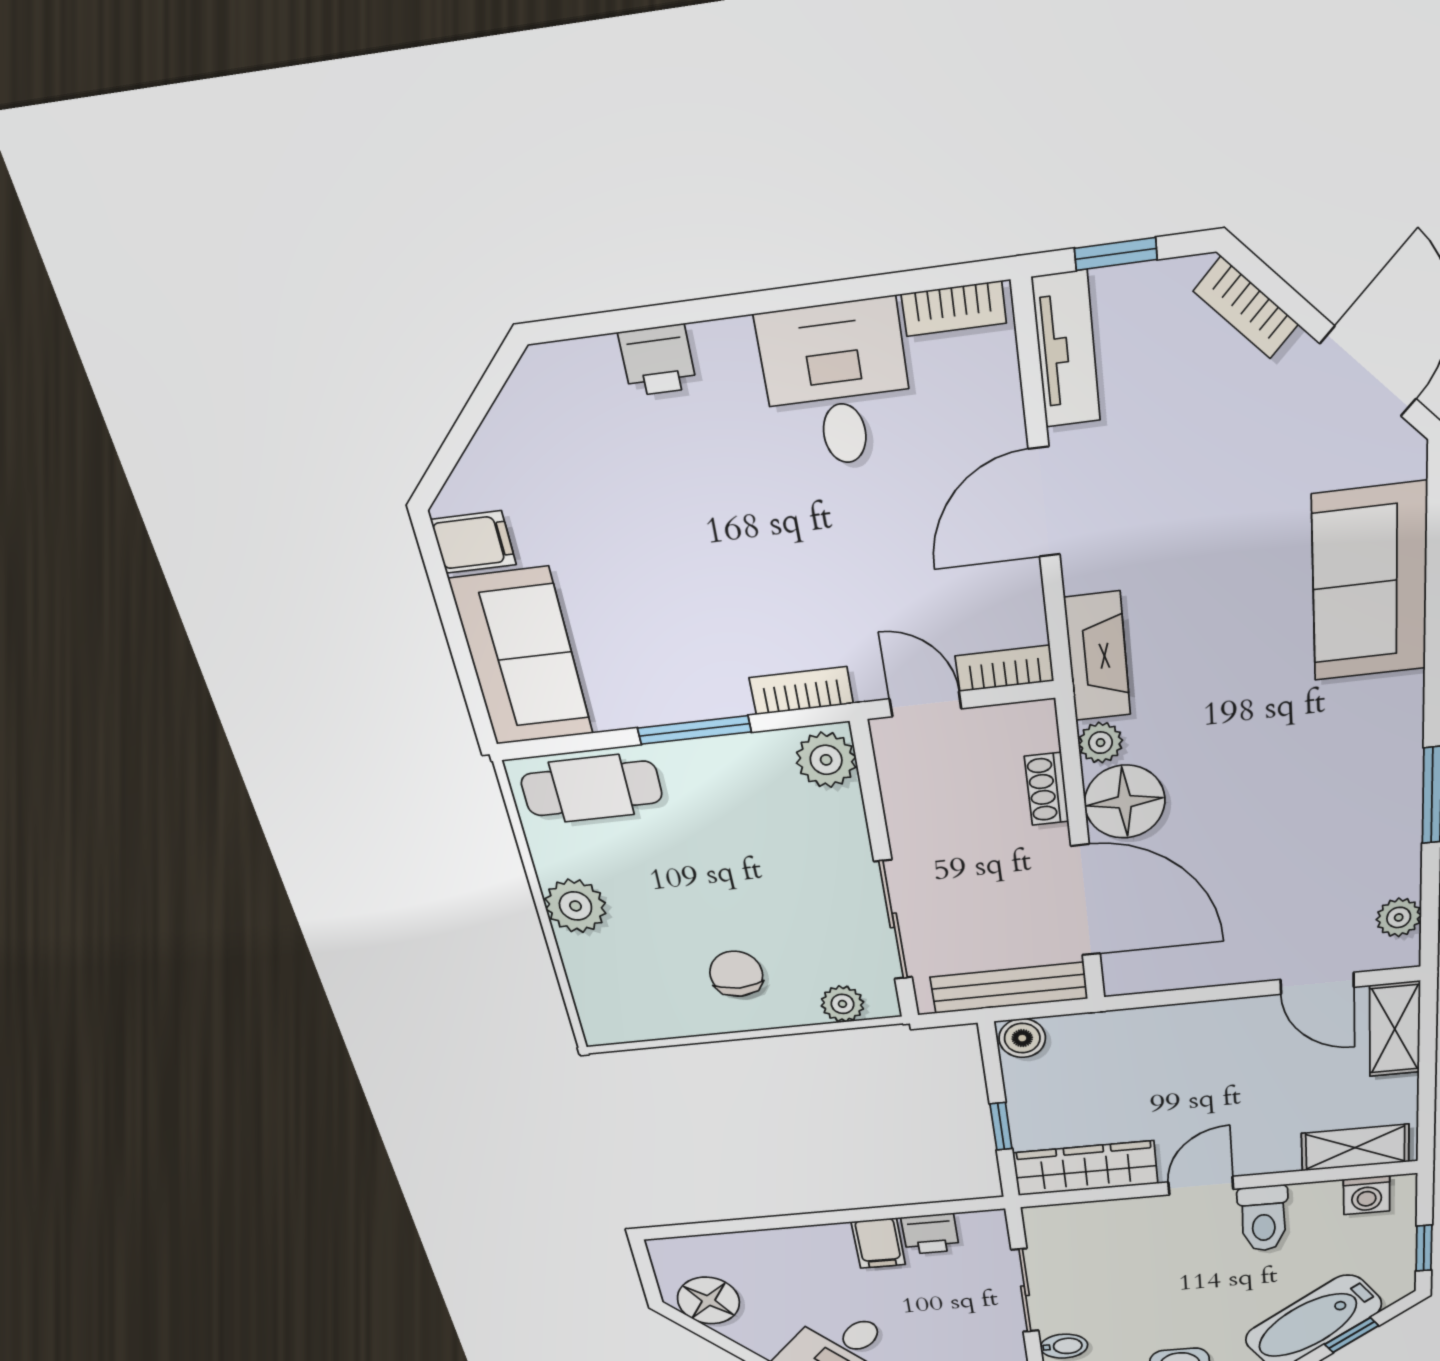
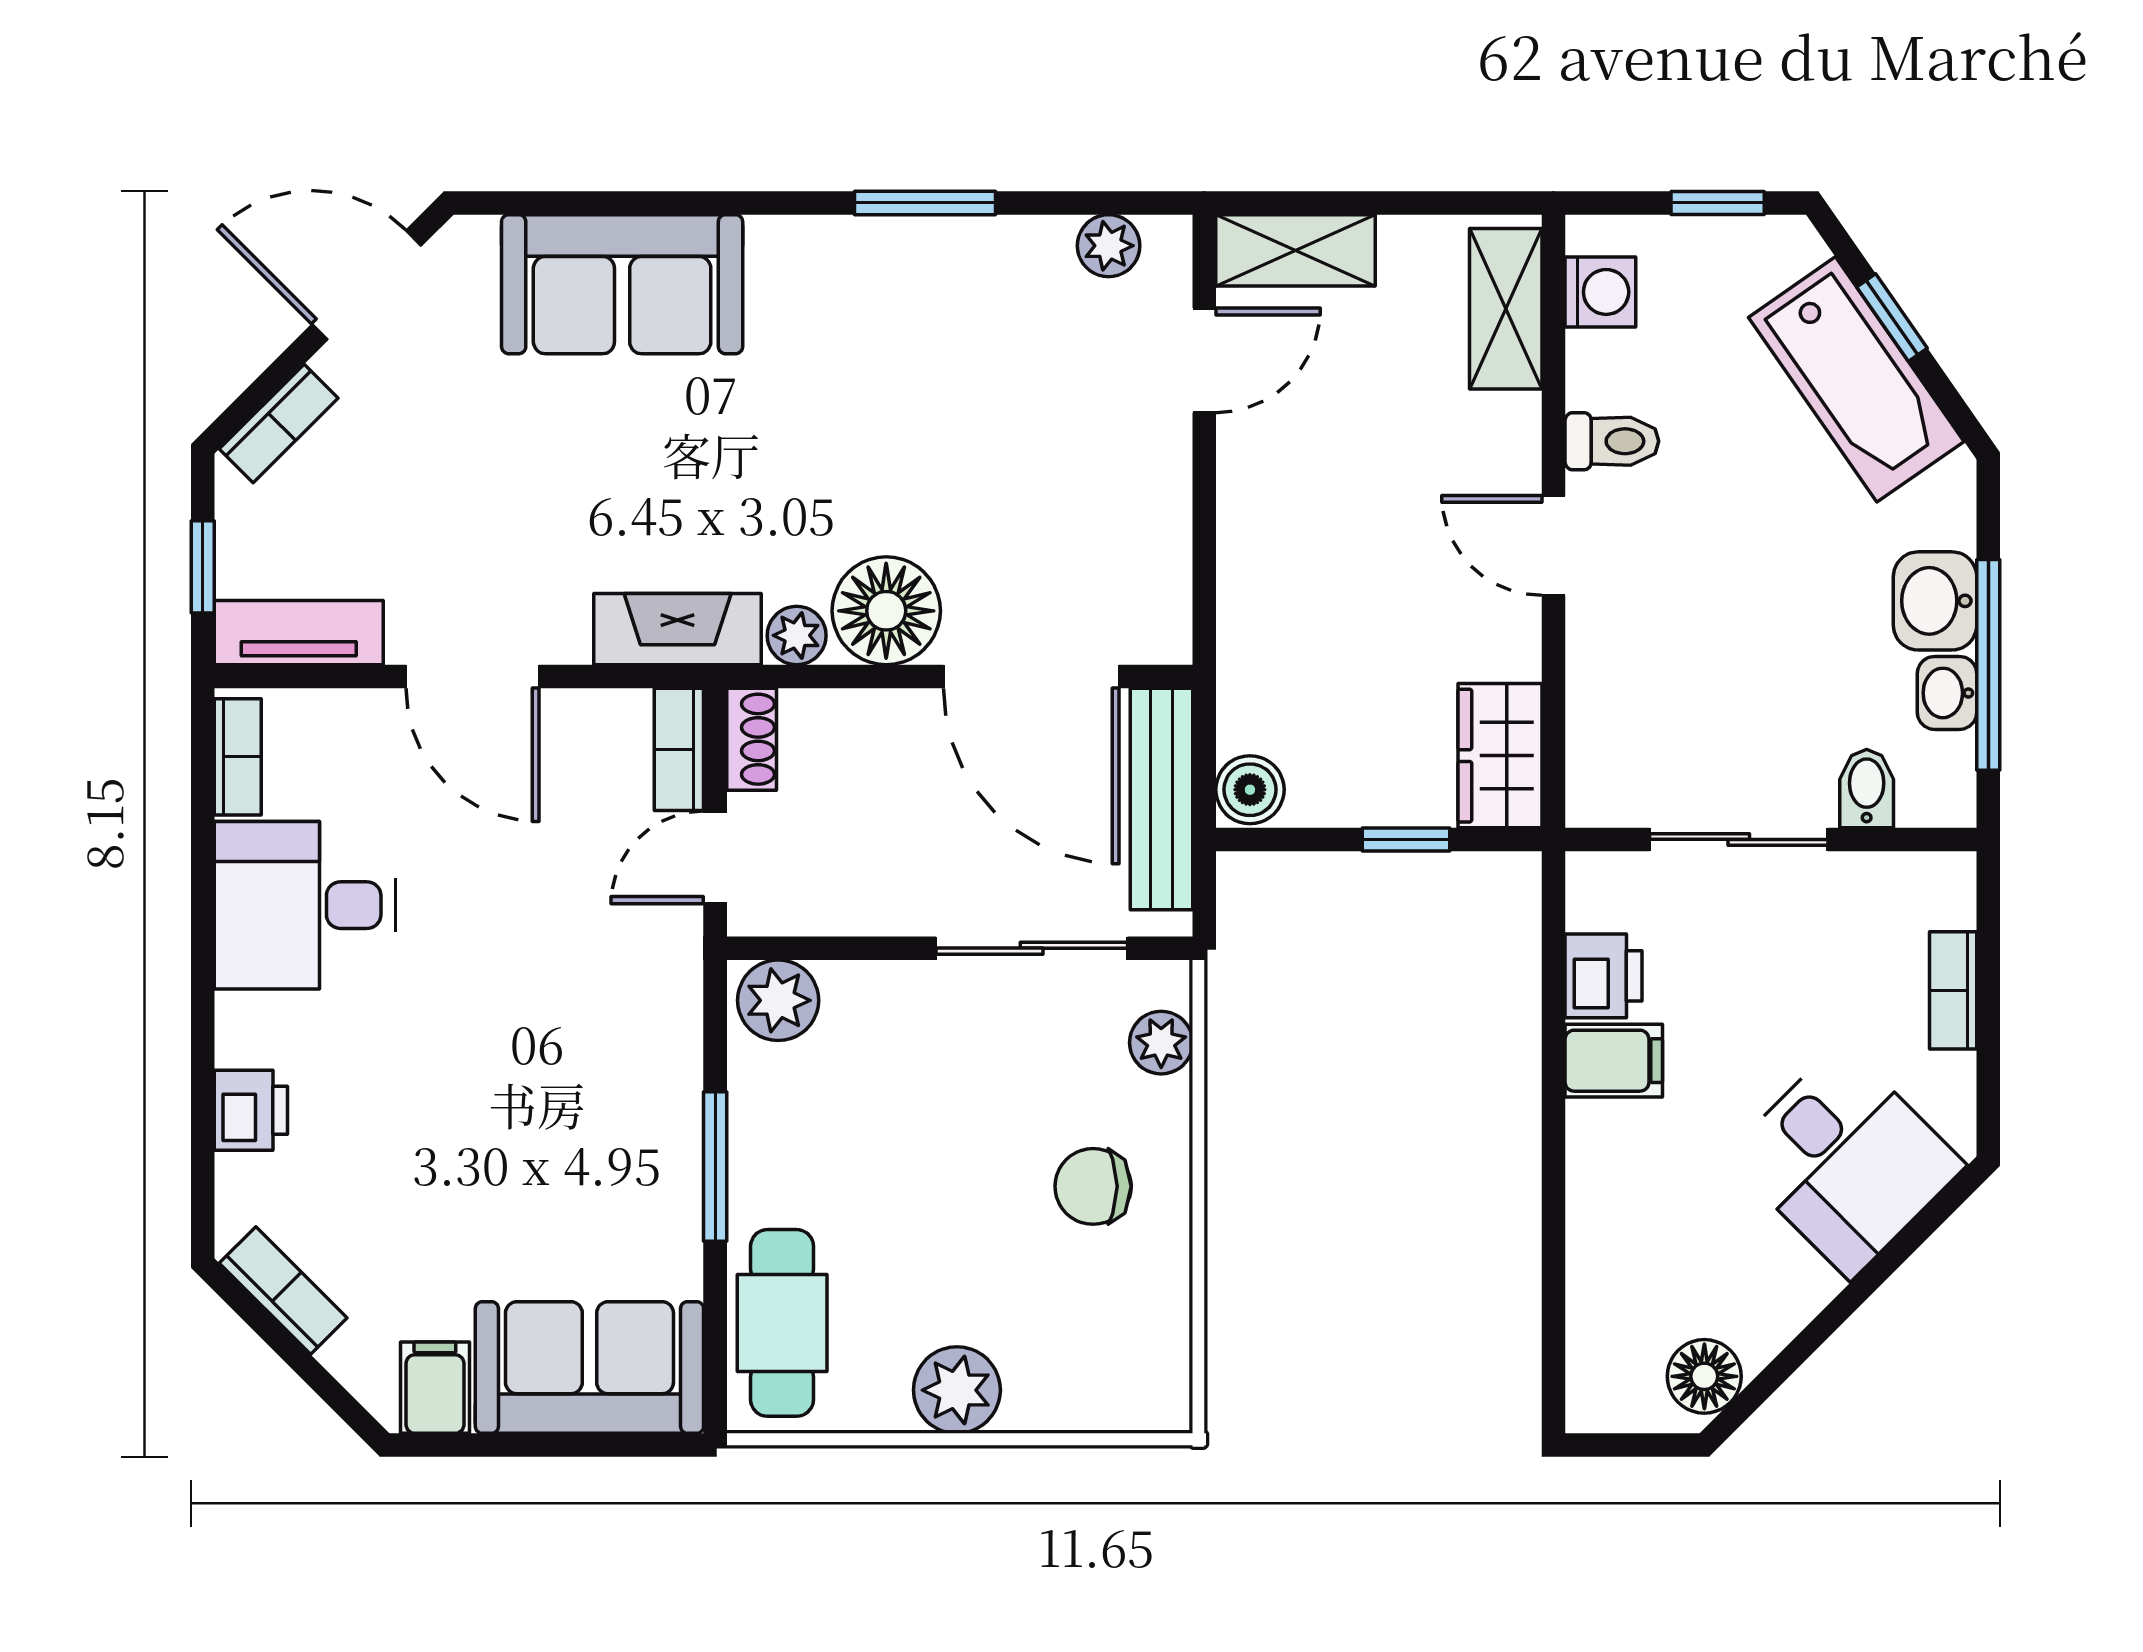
bookcase: (801, 691) -> (283, 1290), moved, turned 135
shoe rack: (1047, 789) -> (752, 739), moved, turned -90
door: (1086, 901) -> (1031, 676), swing flipped
wardrobe: (1085, 1168) -> (1500, 756), width x0.67
toilet: (1263, 1219) -> (1612, 441), width x0.73, depth x0.72
floor lamp: (708, 1301) -> (1704, 1376), width x0.73, depth x0.73

